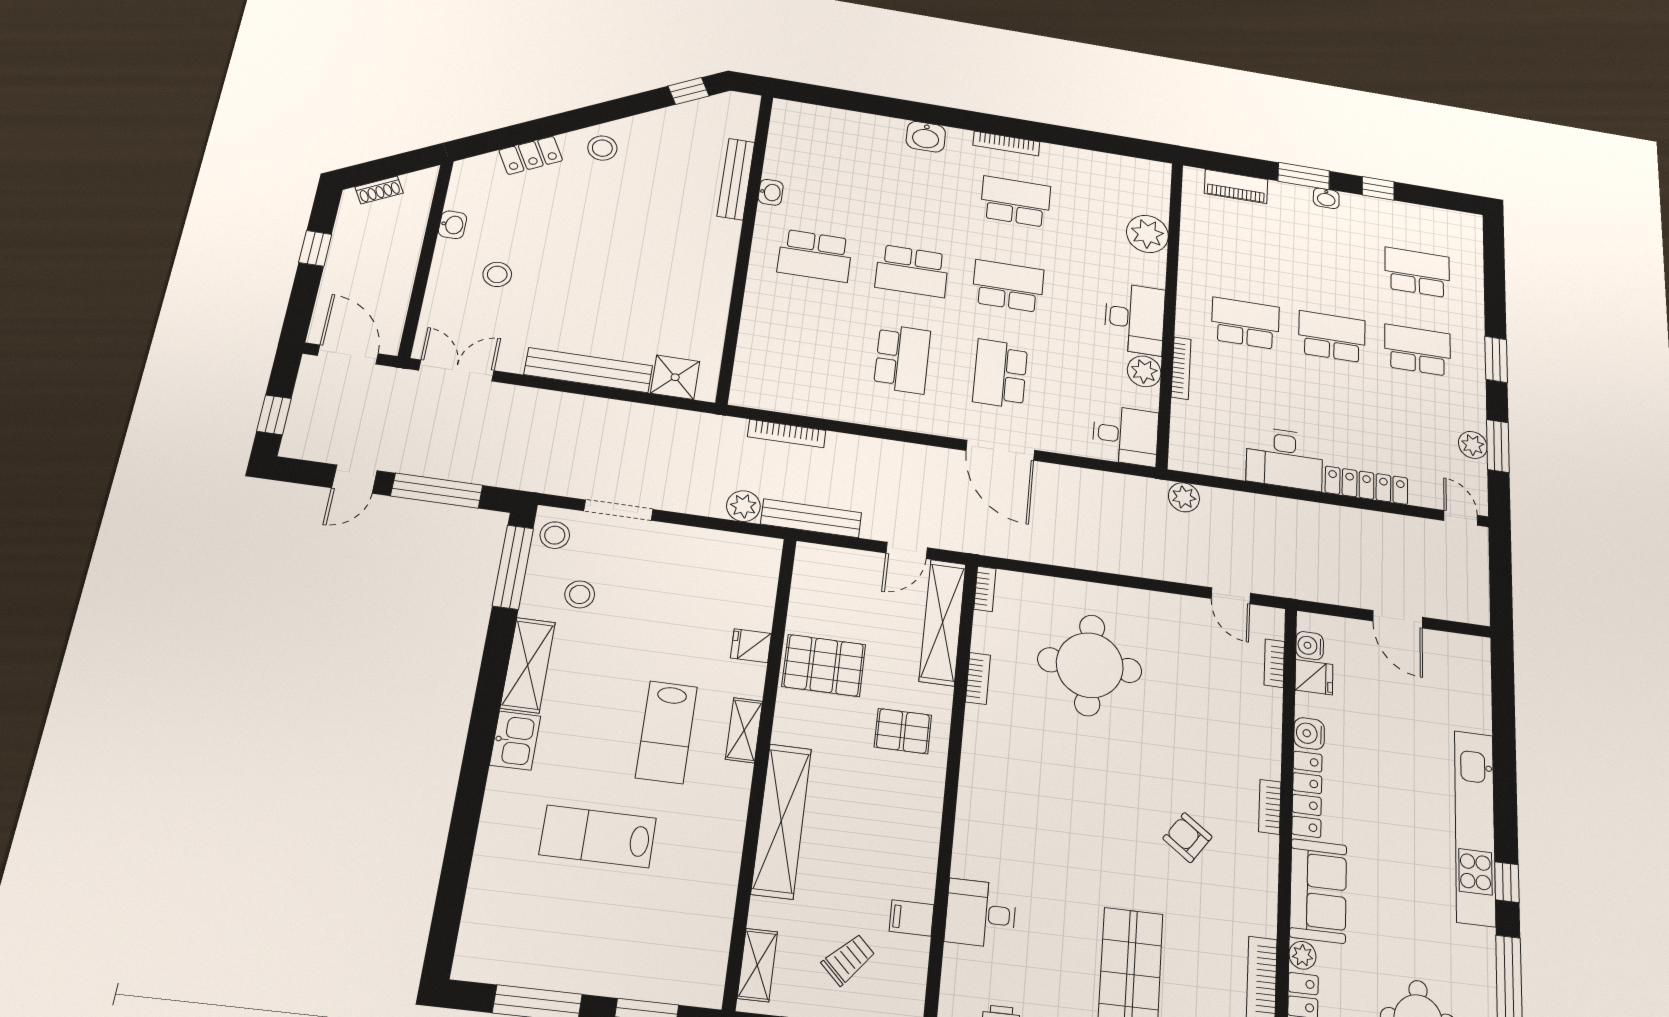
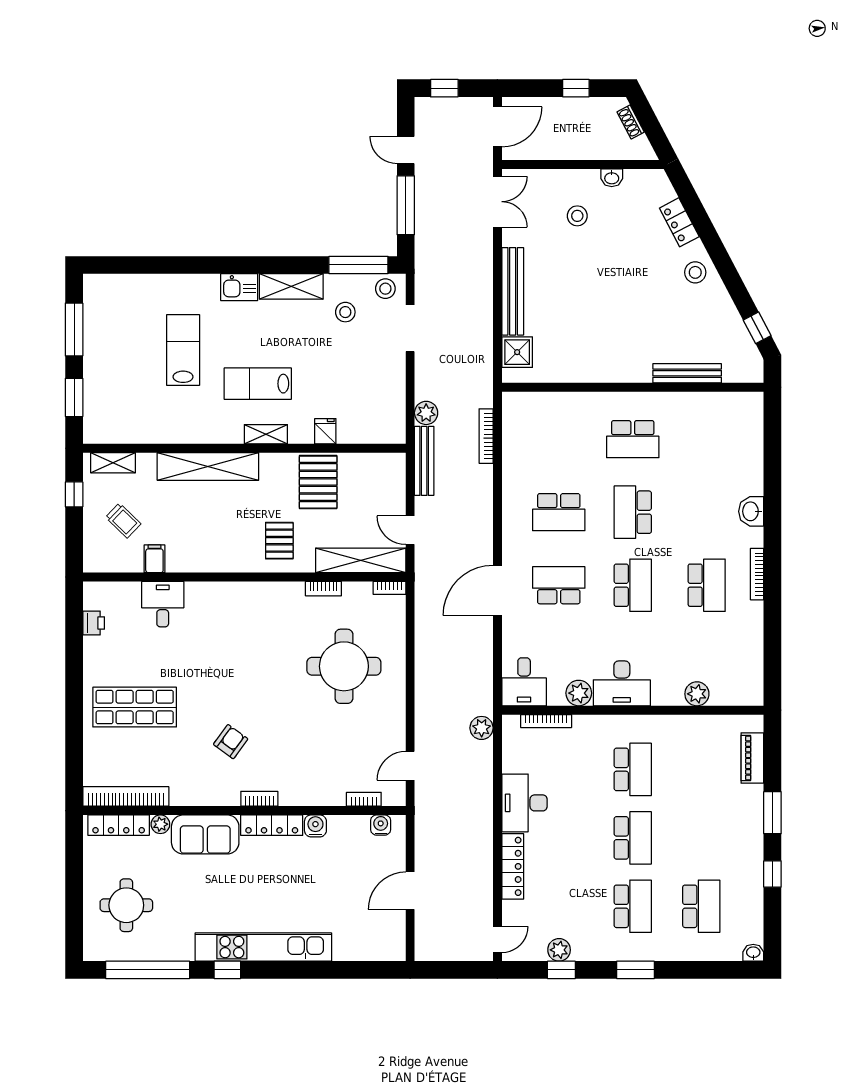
washbasin: (771, 192) -> (681, 400), removed
washbasin: (1326, 198) -> (753, 953), moved, turned 90
plant: (1147, 234) -> (697, 694), width x0.73, depth x0.73
school desk: (815, 256) -> (633, 439), turned -90
bookcase: (1181, 368) -> (546, 721), moved
window: (1498, 446) -> (561, 970), width x0.67
fridge: (1314, 677) -> (357, 829), removed

